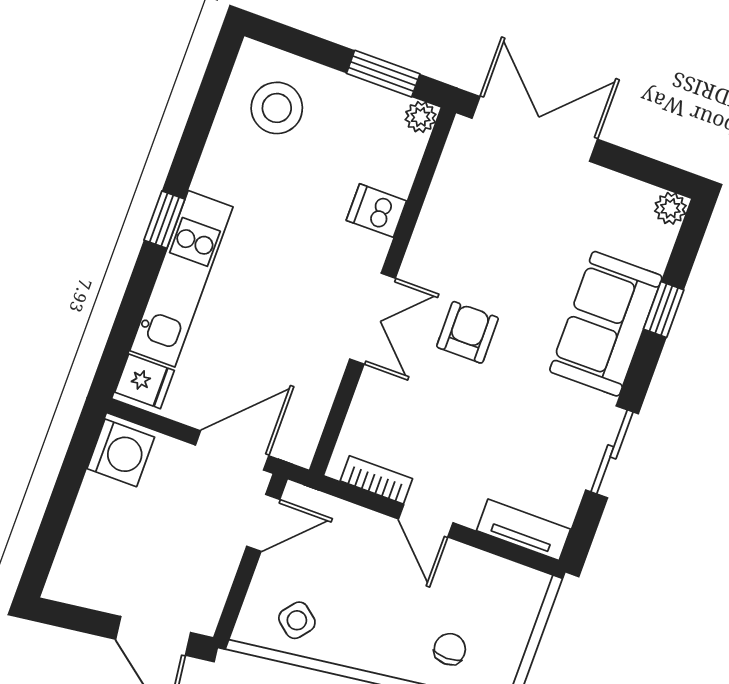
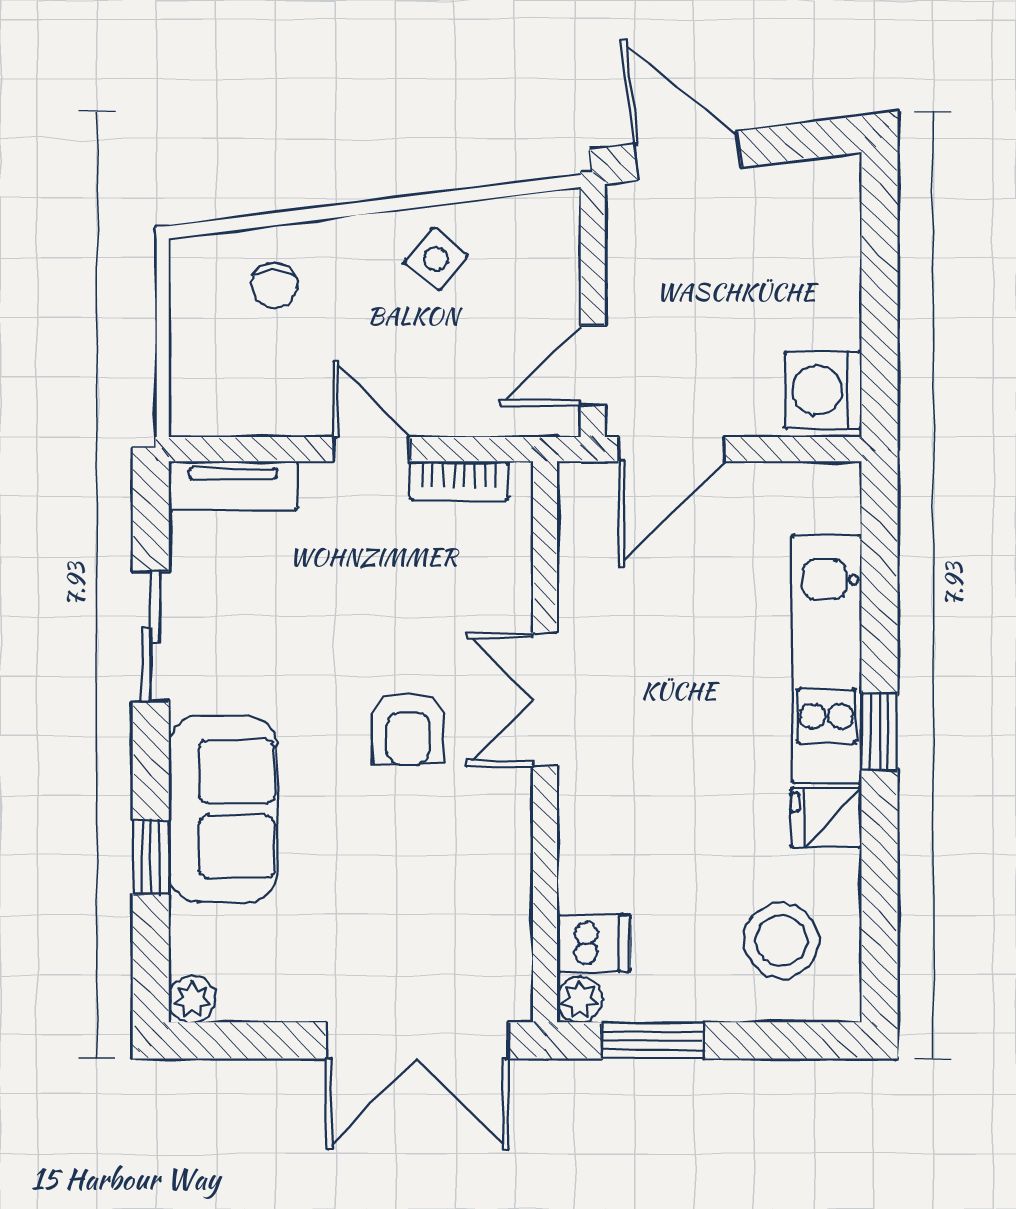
dishwasher: (376, 211) -> (594, 944), moved
fridge: (145, 381) -> (826, 818), moved
side table: (297, 620) -> (436, 259), moved

